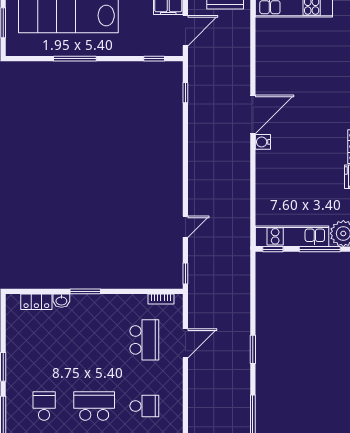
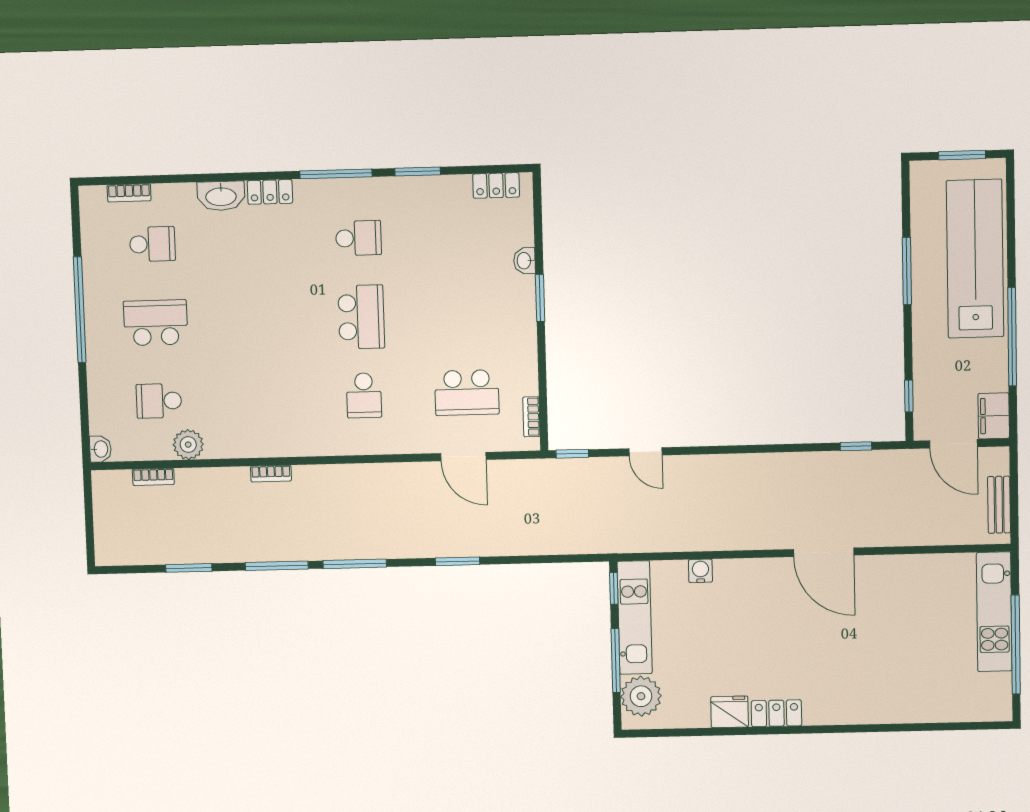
water cooler: (263, 142) -> (700, 571), moved
locker: (36, 302) -> (496, 185), moved, turned -90

